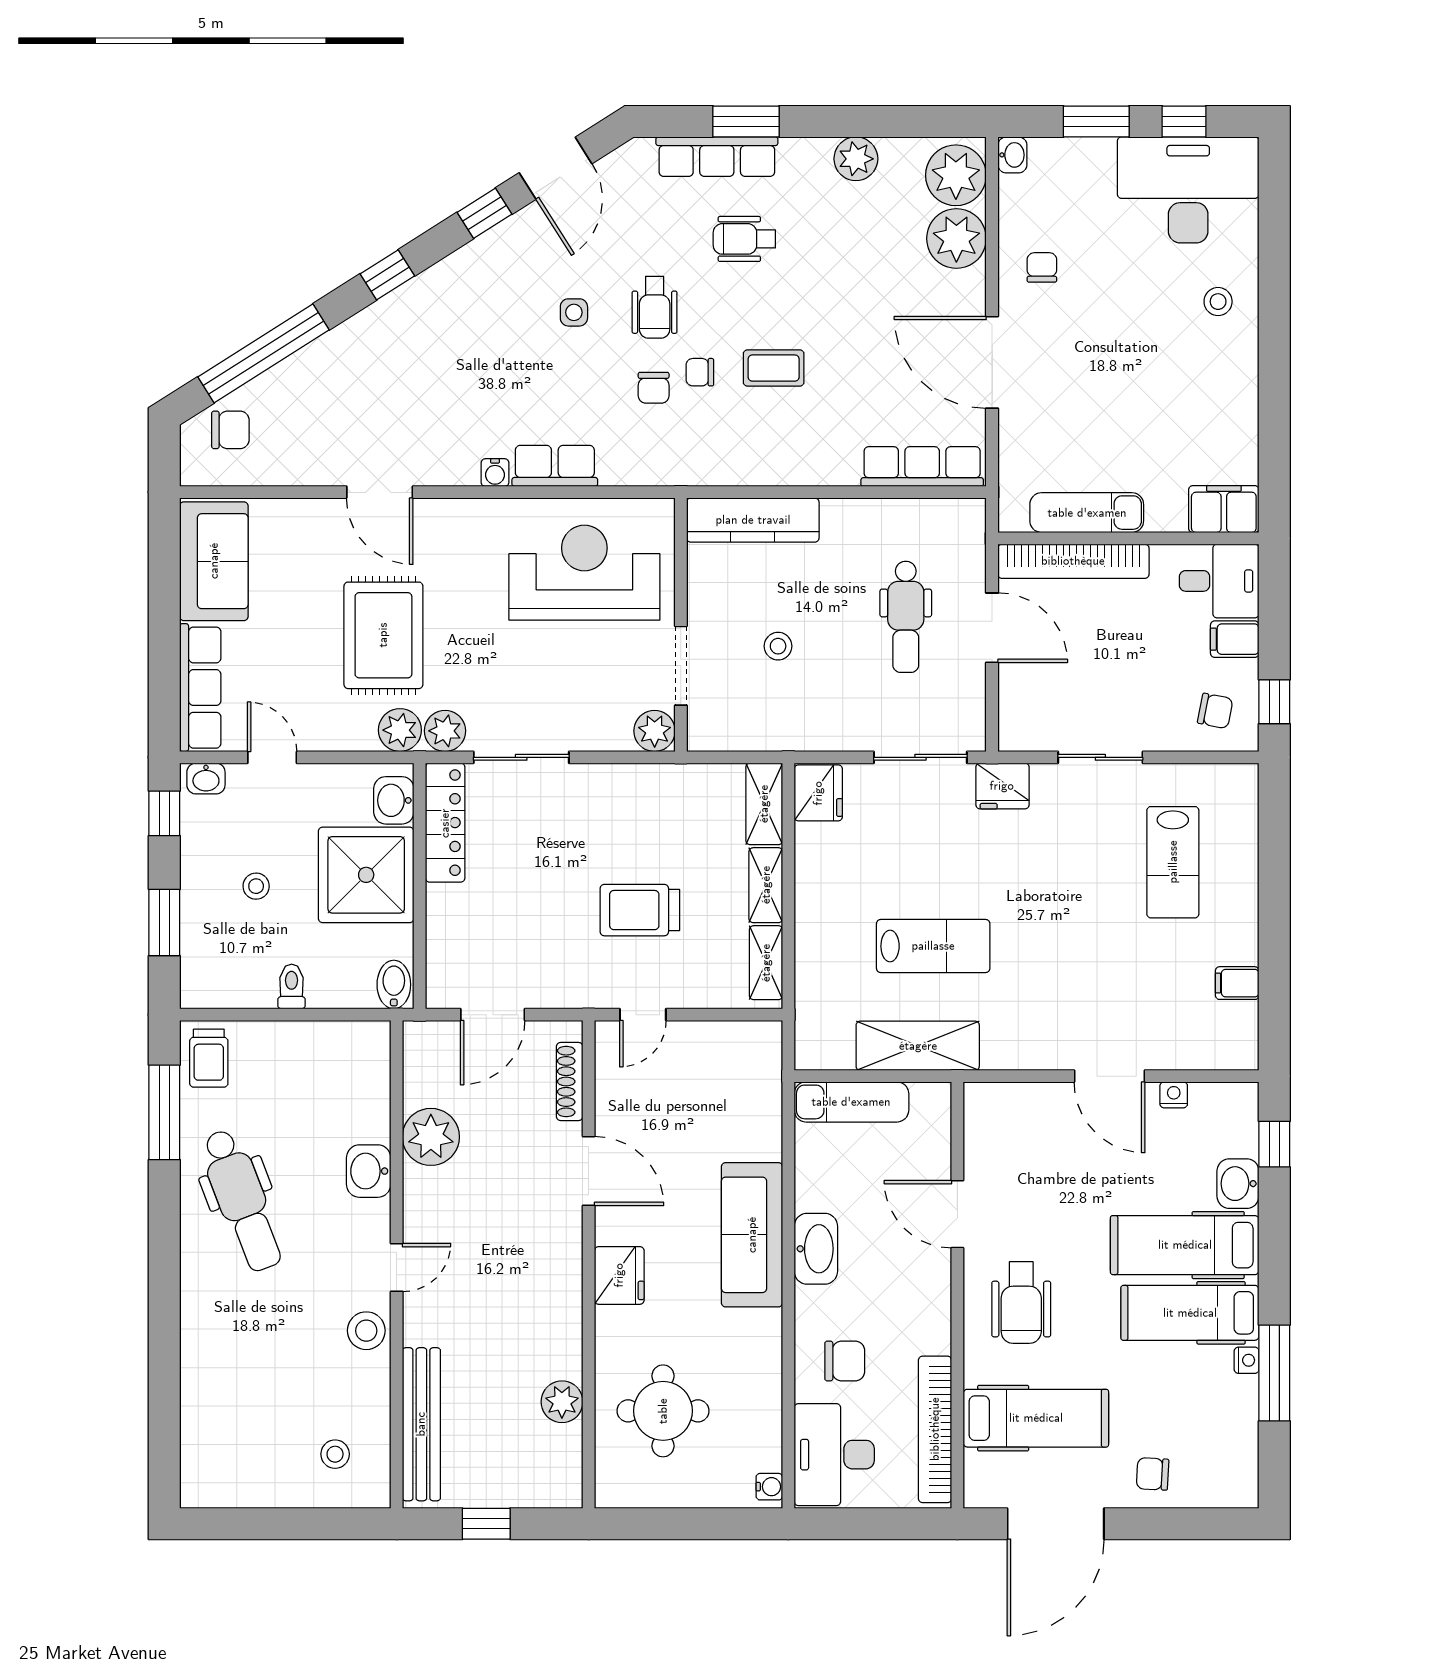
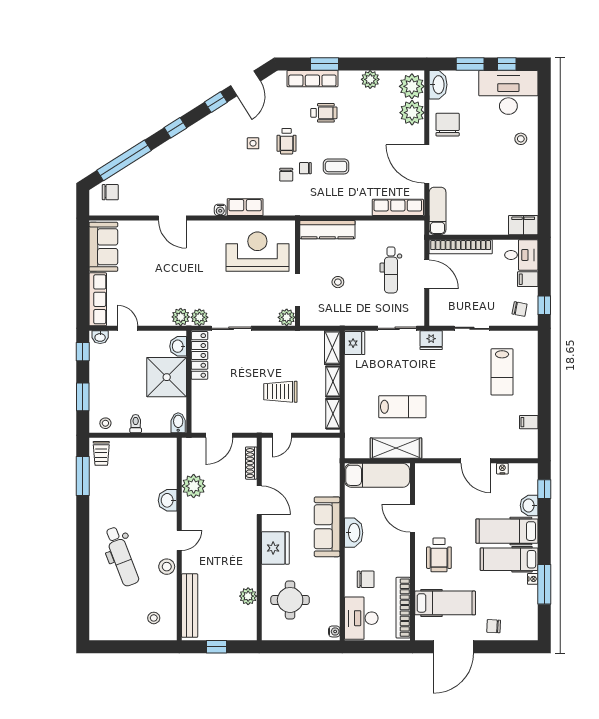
washbasin: (1012, 155) -> (438, 85), width x1.91, depth x1.45
wheelchair: (744, 239) -> (324, 113), turned 180
chair: (1042, 267) -> (448, 125), width x1.87, depth x1.87
exam couch: (1087, 513) -> (438, 211), moved, turned 90
rug: (383, 635) -> (174, 278), removed
stool: (256, 886) -> (105, 423), moved
exam couch: (851, 1102) -> (377, 475), width x1.36, depth x1.45
dental chair: (242, 1200) -> (122, 556), moved
fridge: (619, 1275) -> (275, 548), width x1.36, depth x1.34

